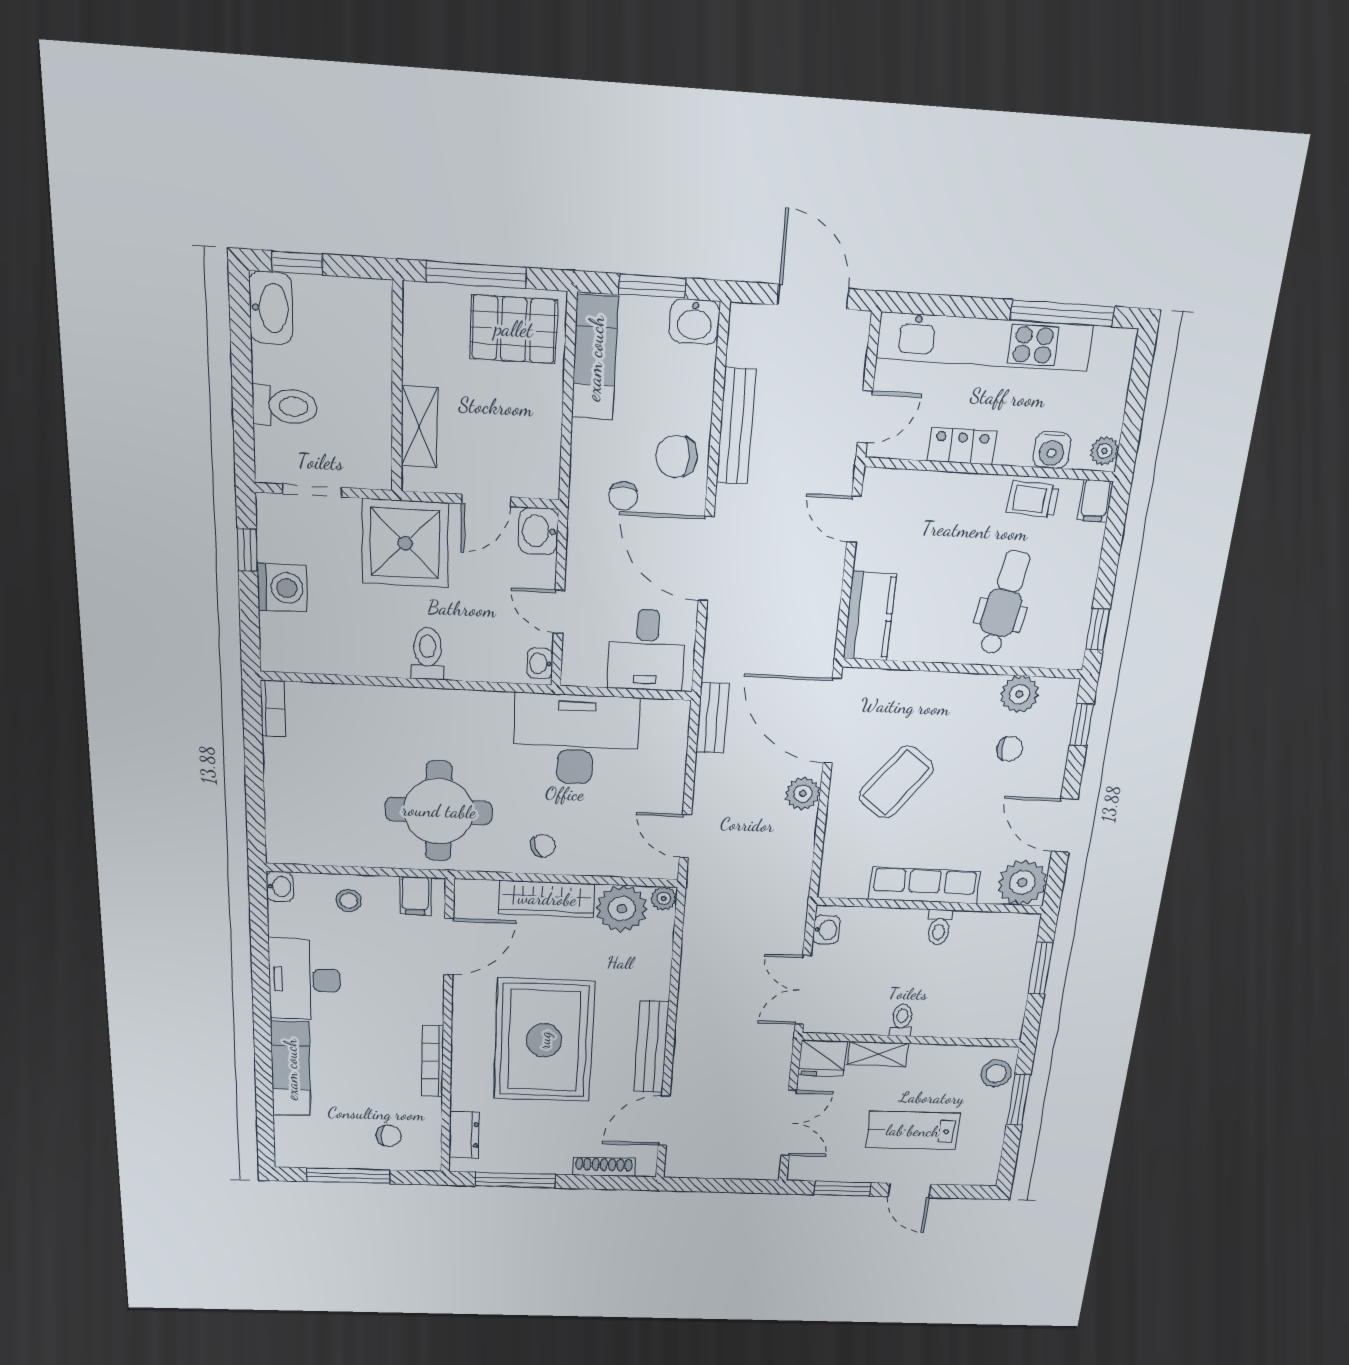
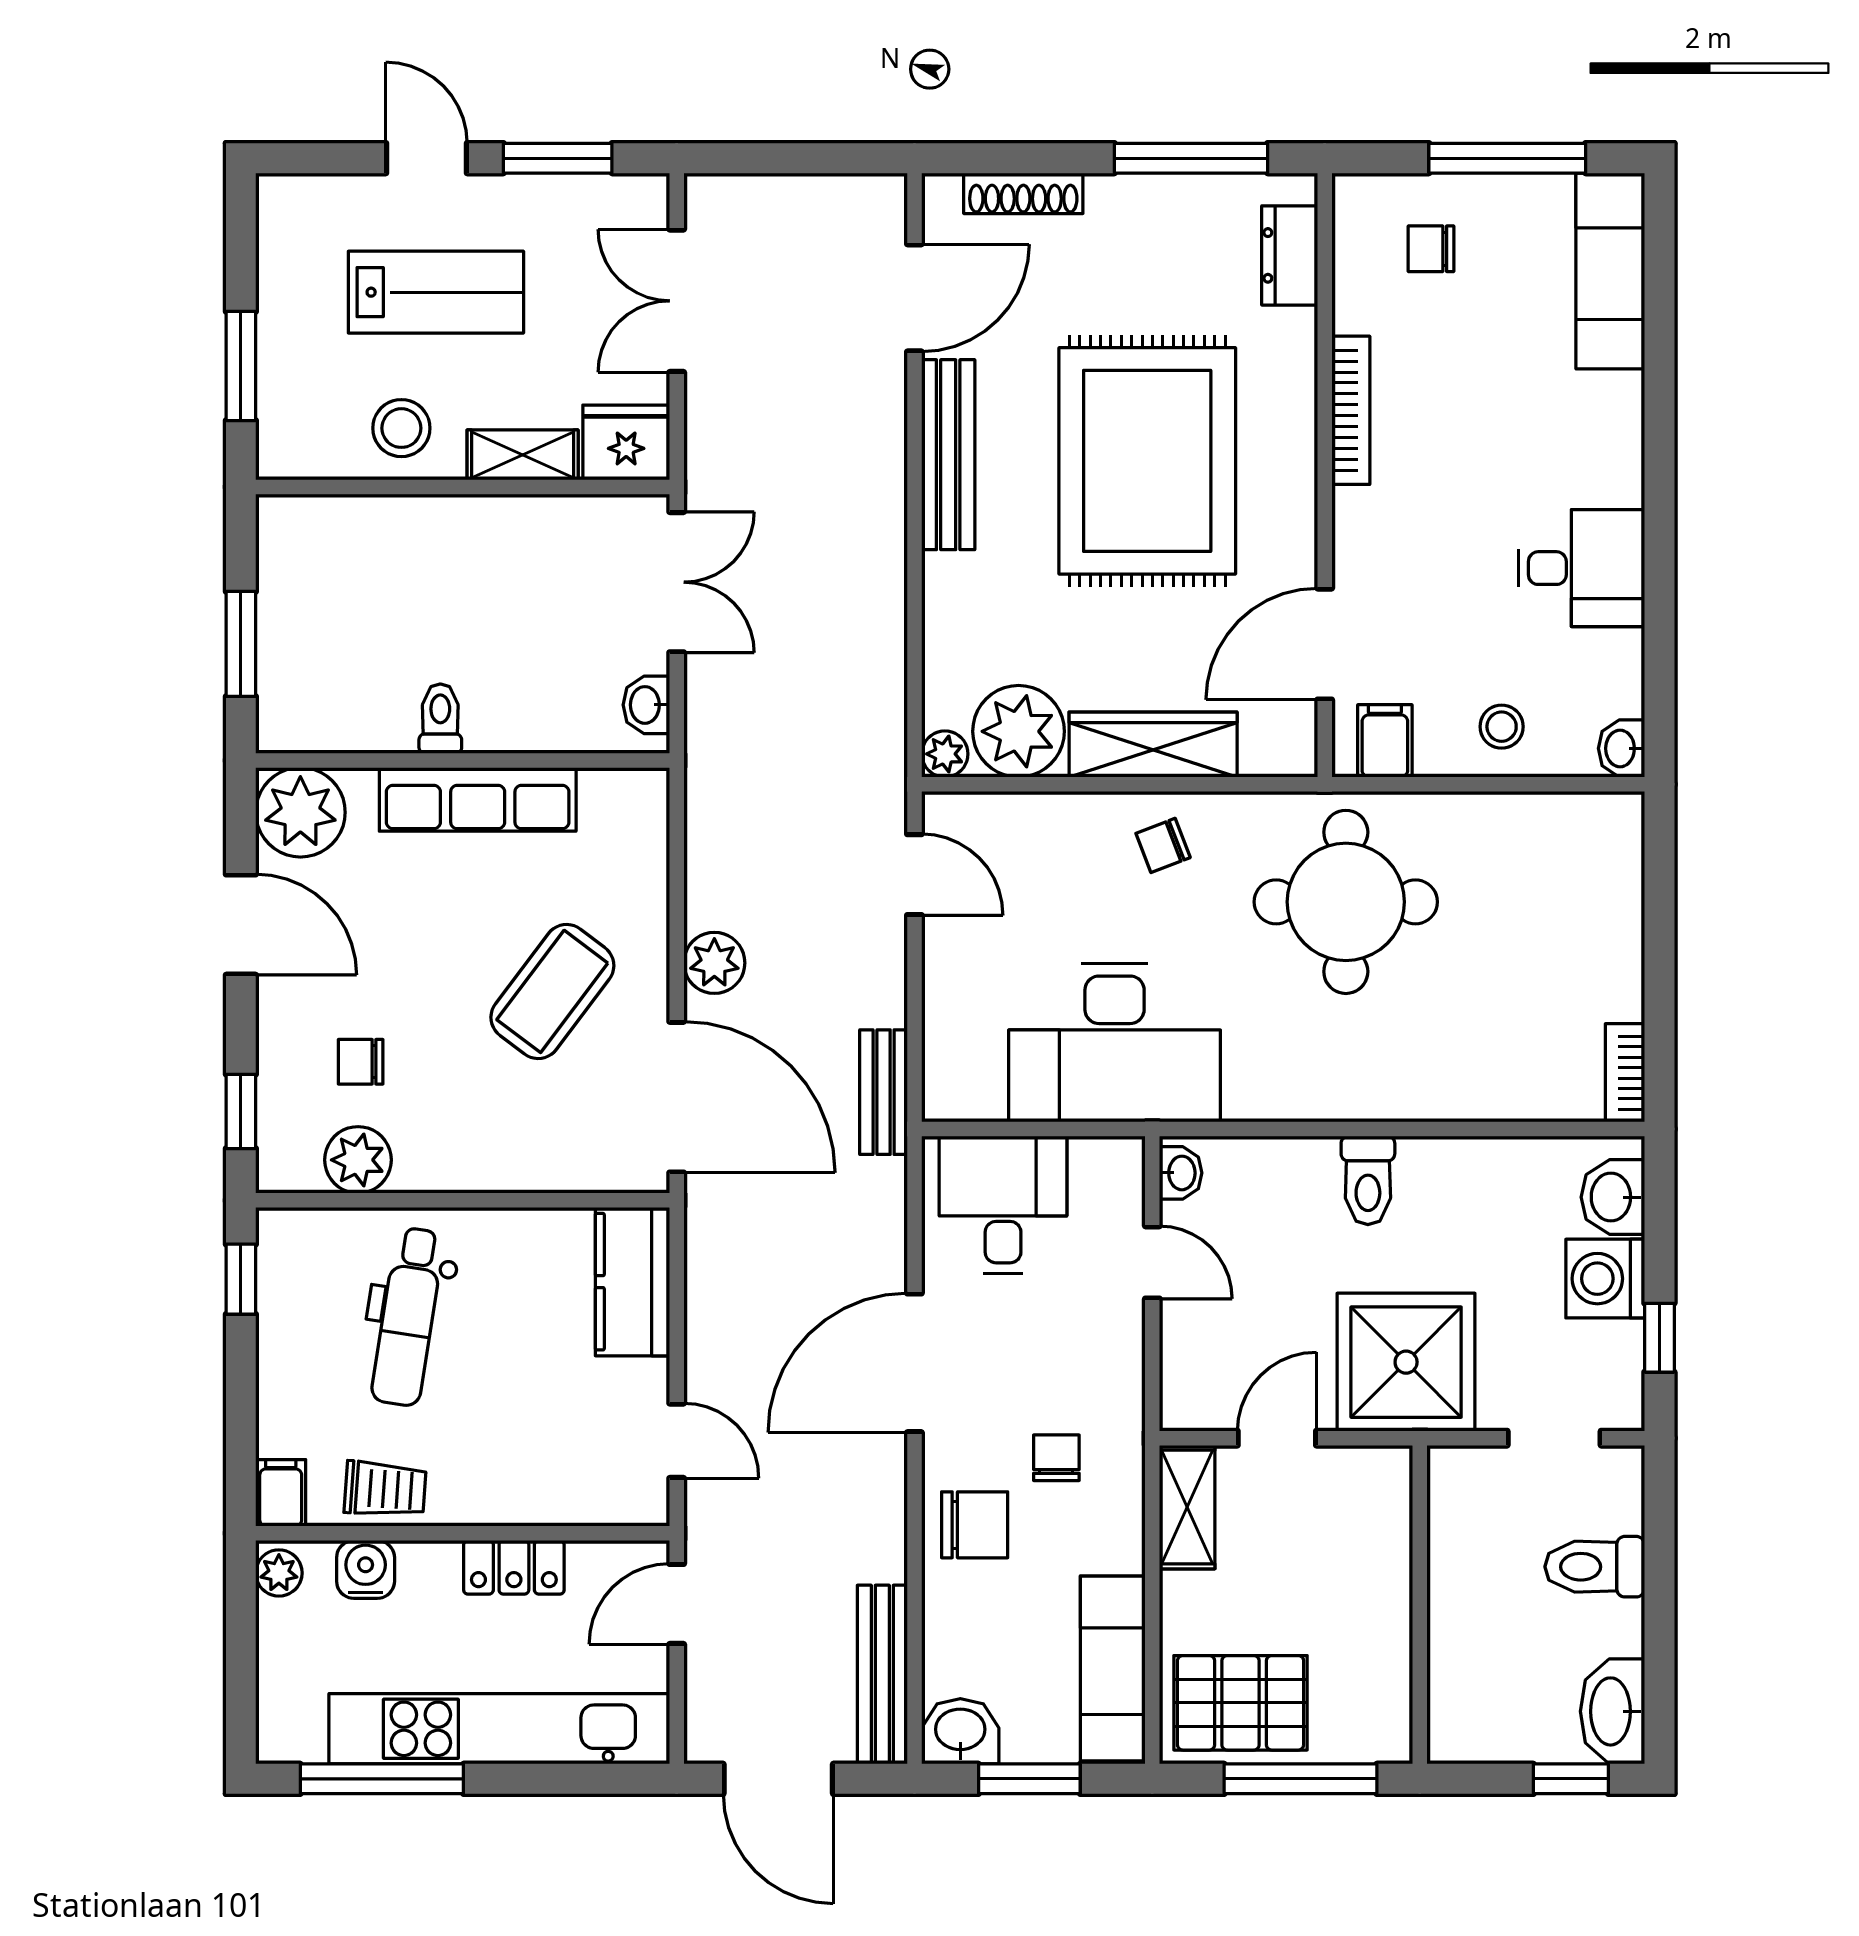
bench: (736, 426) -> (882, 1675), moved
shelving: (419, 427) -> (1187, 1507), moved
washbasin: (538, 531) -> (1613, 1197), moved, turned 180
door: (706, 559) -> (914, 1363), swing flipped
desk: (305, 980) -> (1581, 568), width x0.73
toilet: (902, 1020) -> (486, 527), removed
exam couch: (291, 1069) -> (1610, 271), moved
stool: (996, 1074) -> (401, 428), moved

